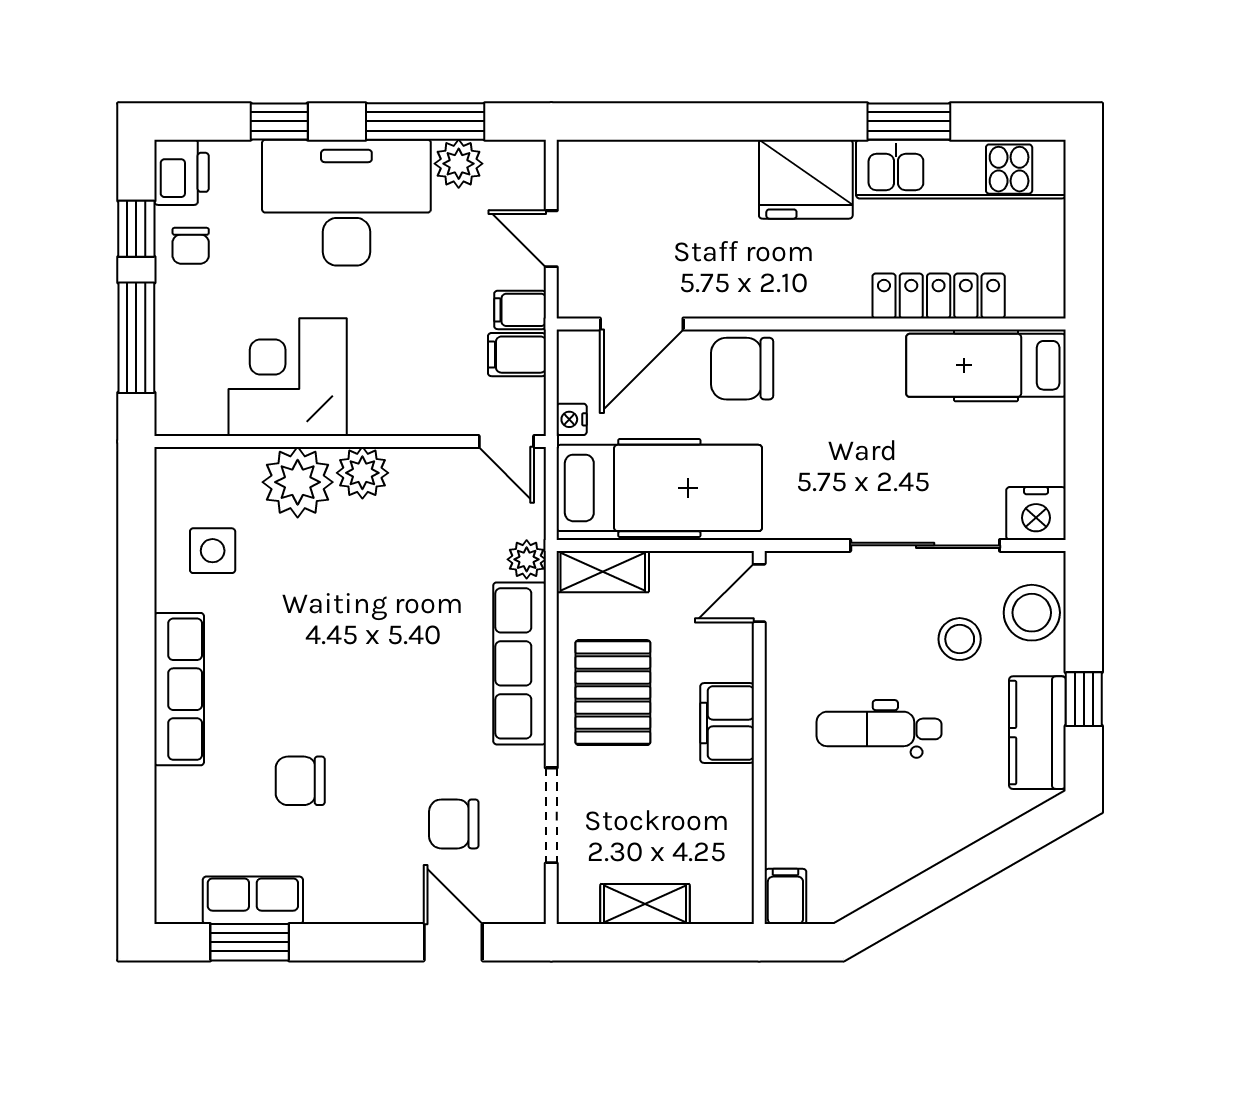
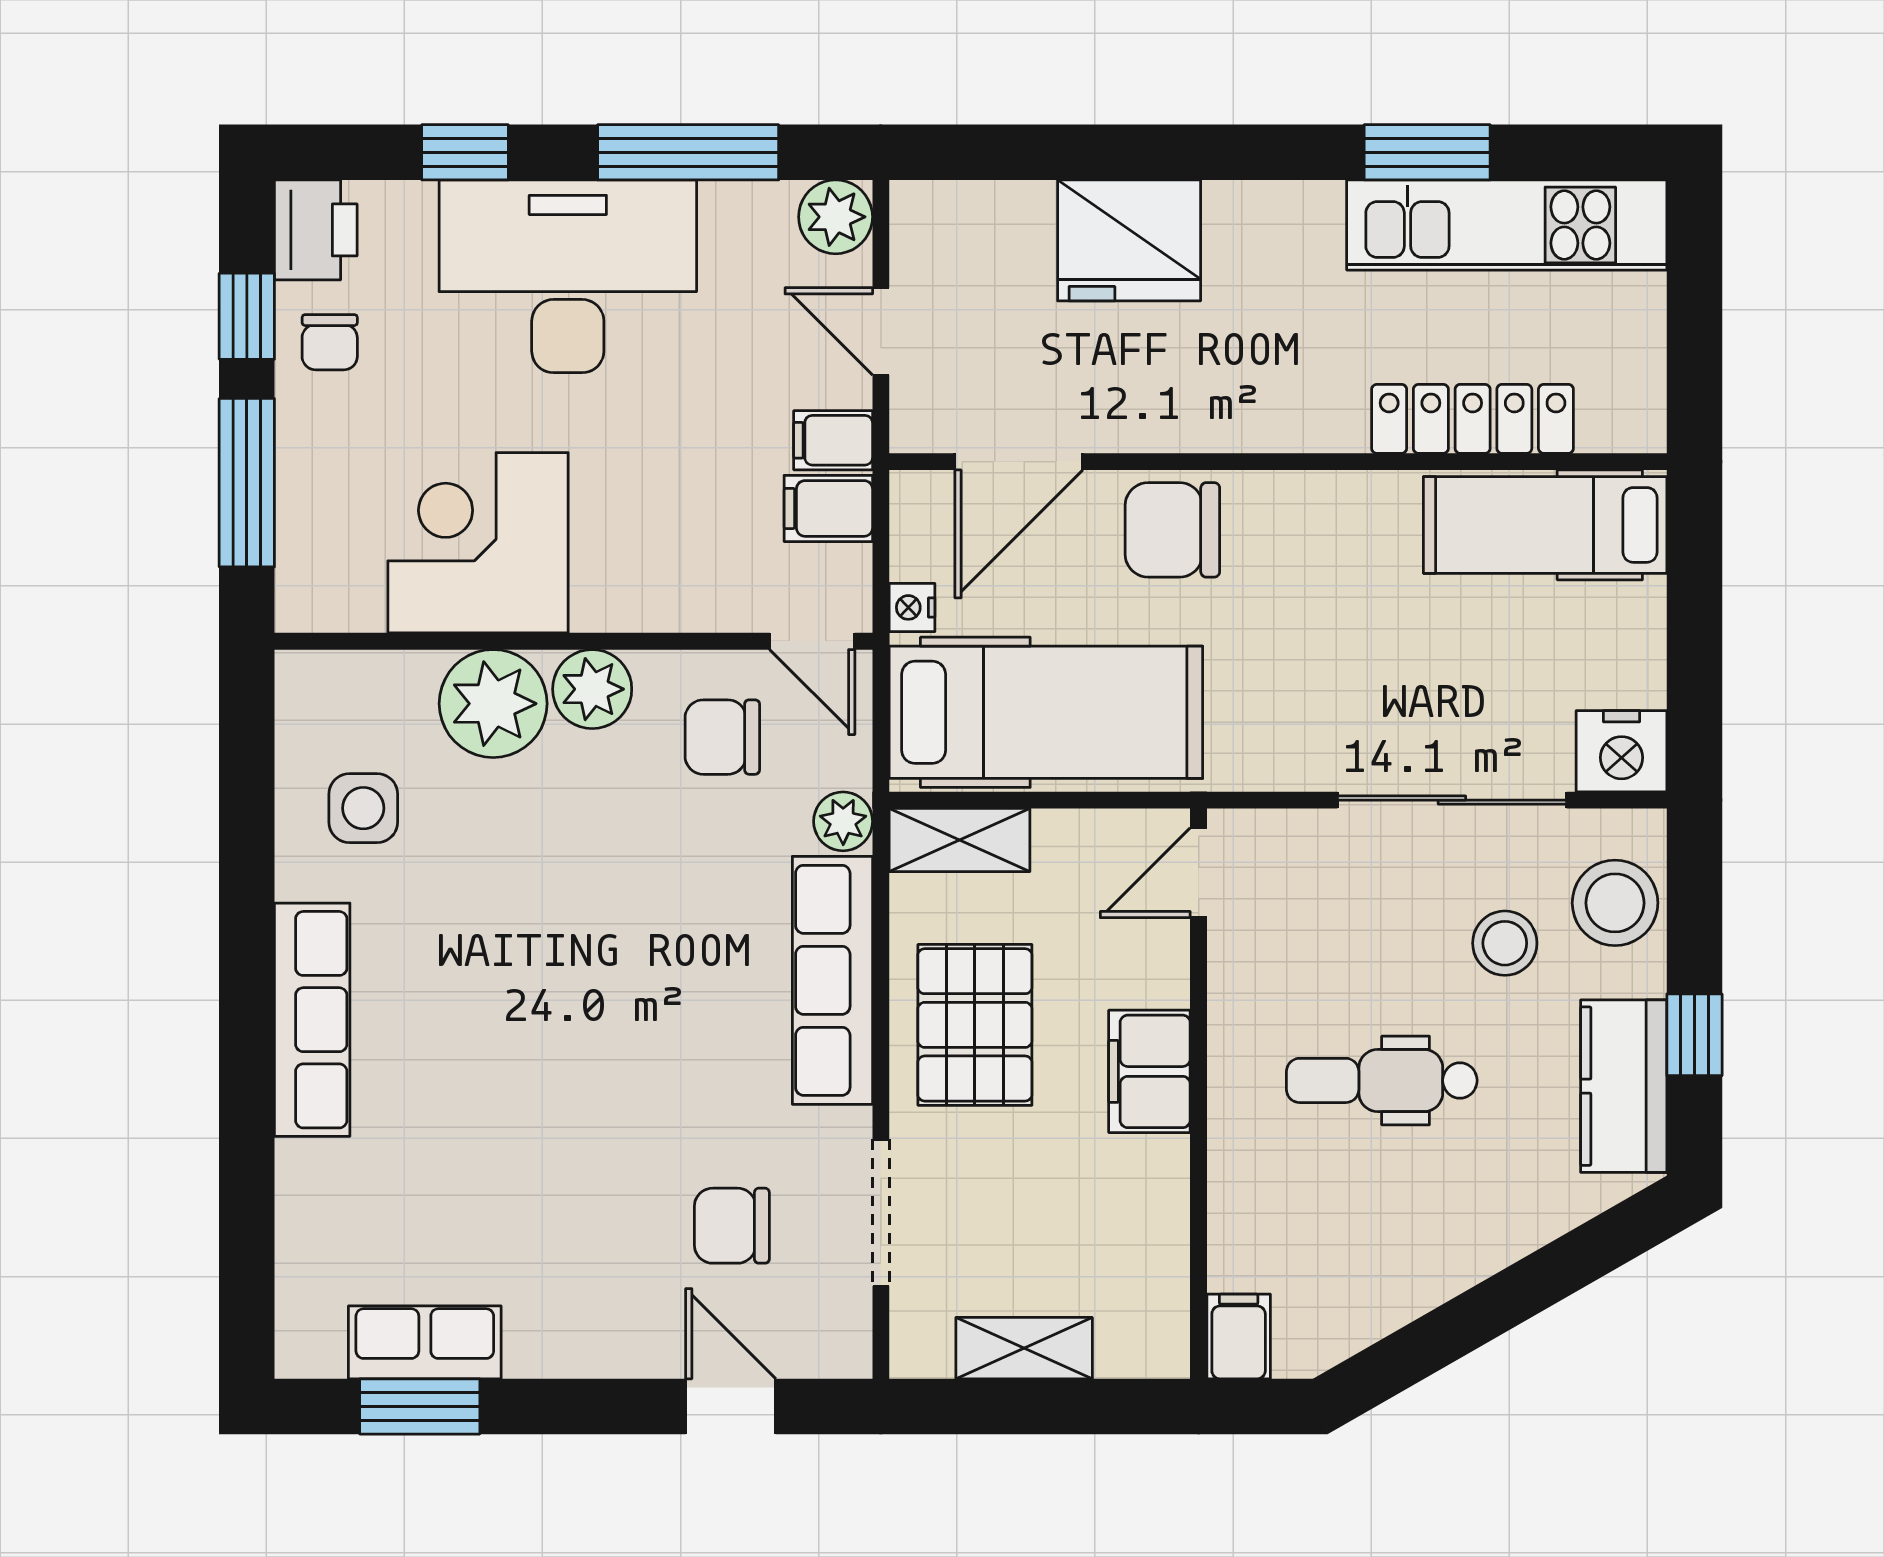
plant: (459, 164) -> (836, 217), moved
fridge: (806, 179) -> (1129, 240), moved
chair: (300, 781) -> (722, 737), moved

